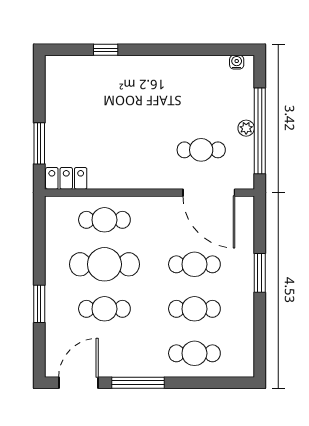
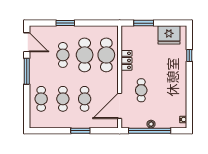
fridge: (63, 91) -> (169, 35), added
cafe table: (201, 150) -> (141, 90), moved
locker: (66, 178) -> (127, 60), moved
cafe table: (104, 220) -> (106, 55), width x1.37, depth x1.35

